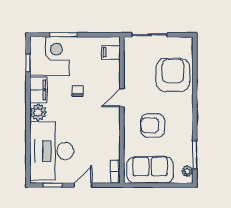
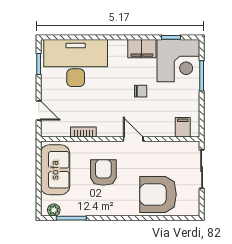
armchair: (173, 75) -> (158, 194), turned 180
plant: (38, 112) -> (118, 48), removed
bookcase: (115, 172) -> (83, 132), moved
door: (83, 185) -> (39, 111), moved

